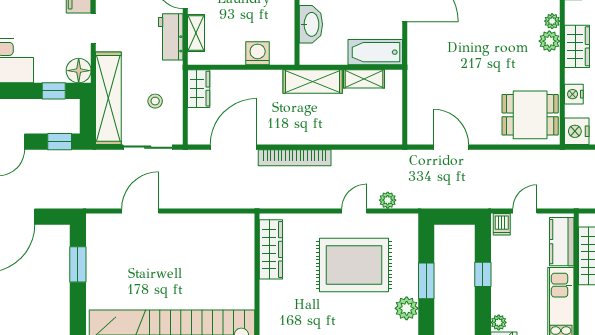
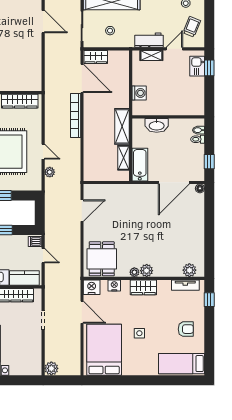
plant: (552, 21) -> (134, 272), moved
wardrobe: (199, 89) -> (96, 57), moved

